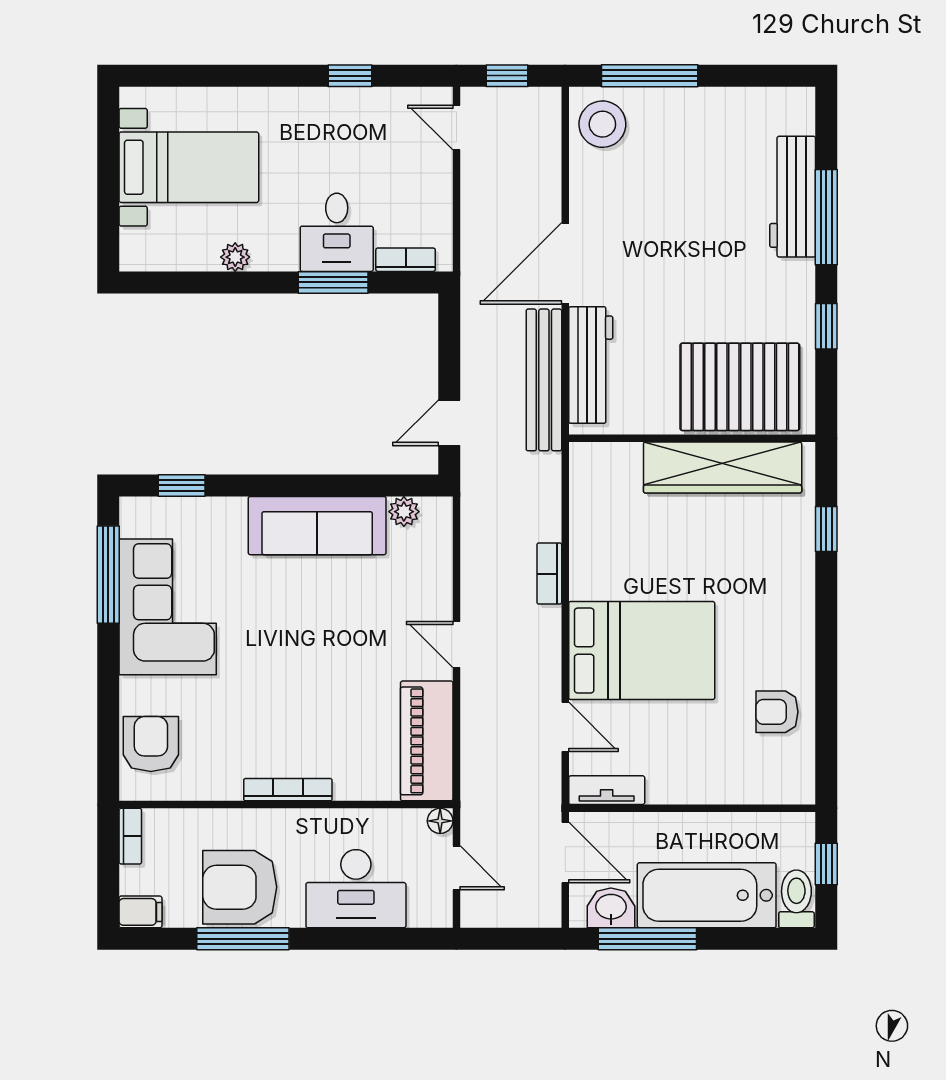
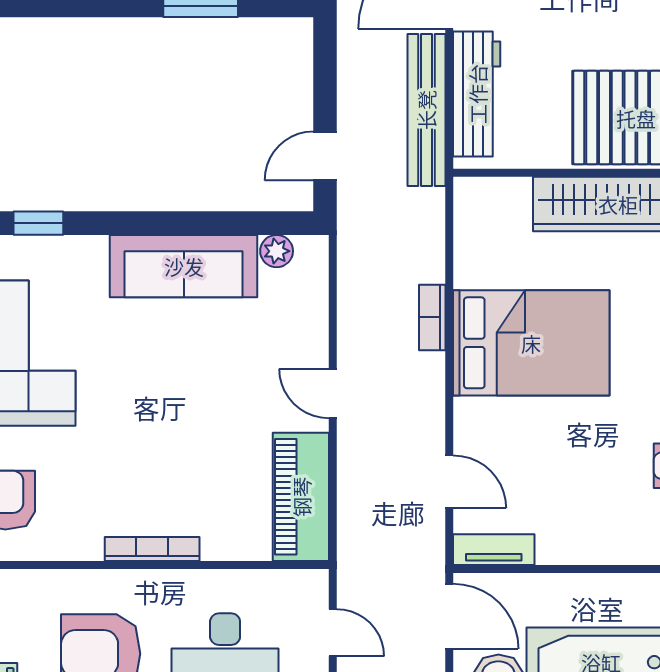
bed: (642, 651) -> (531, 343), moved
floor lamp: (440, 821) -> (315, 583), removed

